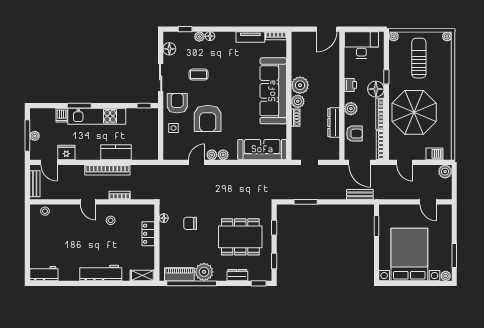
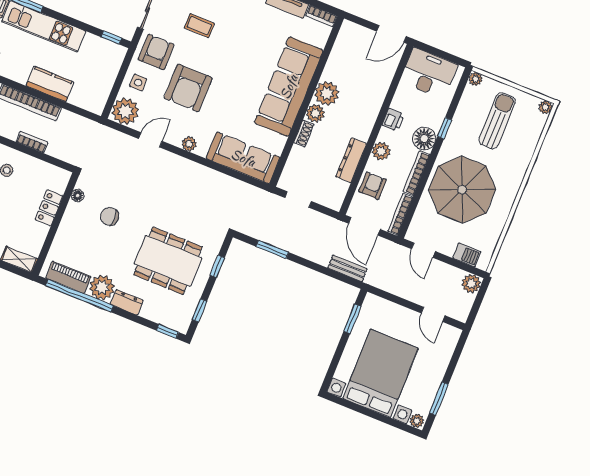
armchair: (354, 134) -> (373, 186), turned -90
plant: (212, 155) -> (125, 111), moved, width x1.88, depth x1.88
dresser: (237, 275) -> (127, 302), moved

